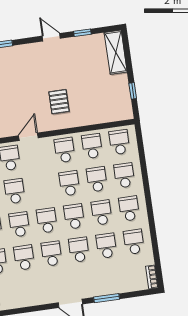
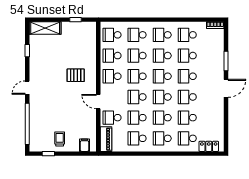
door: (51, 37) -> (27, 88), moved
school desk: (42, 187) -> (137, 97), added

